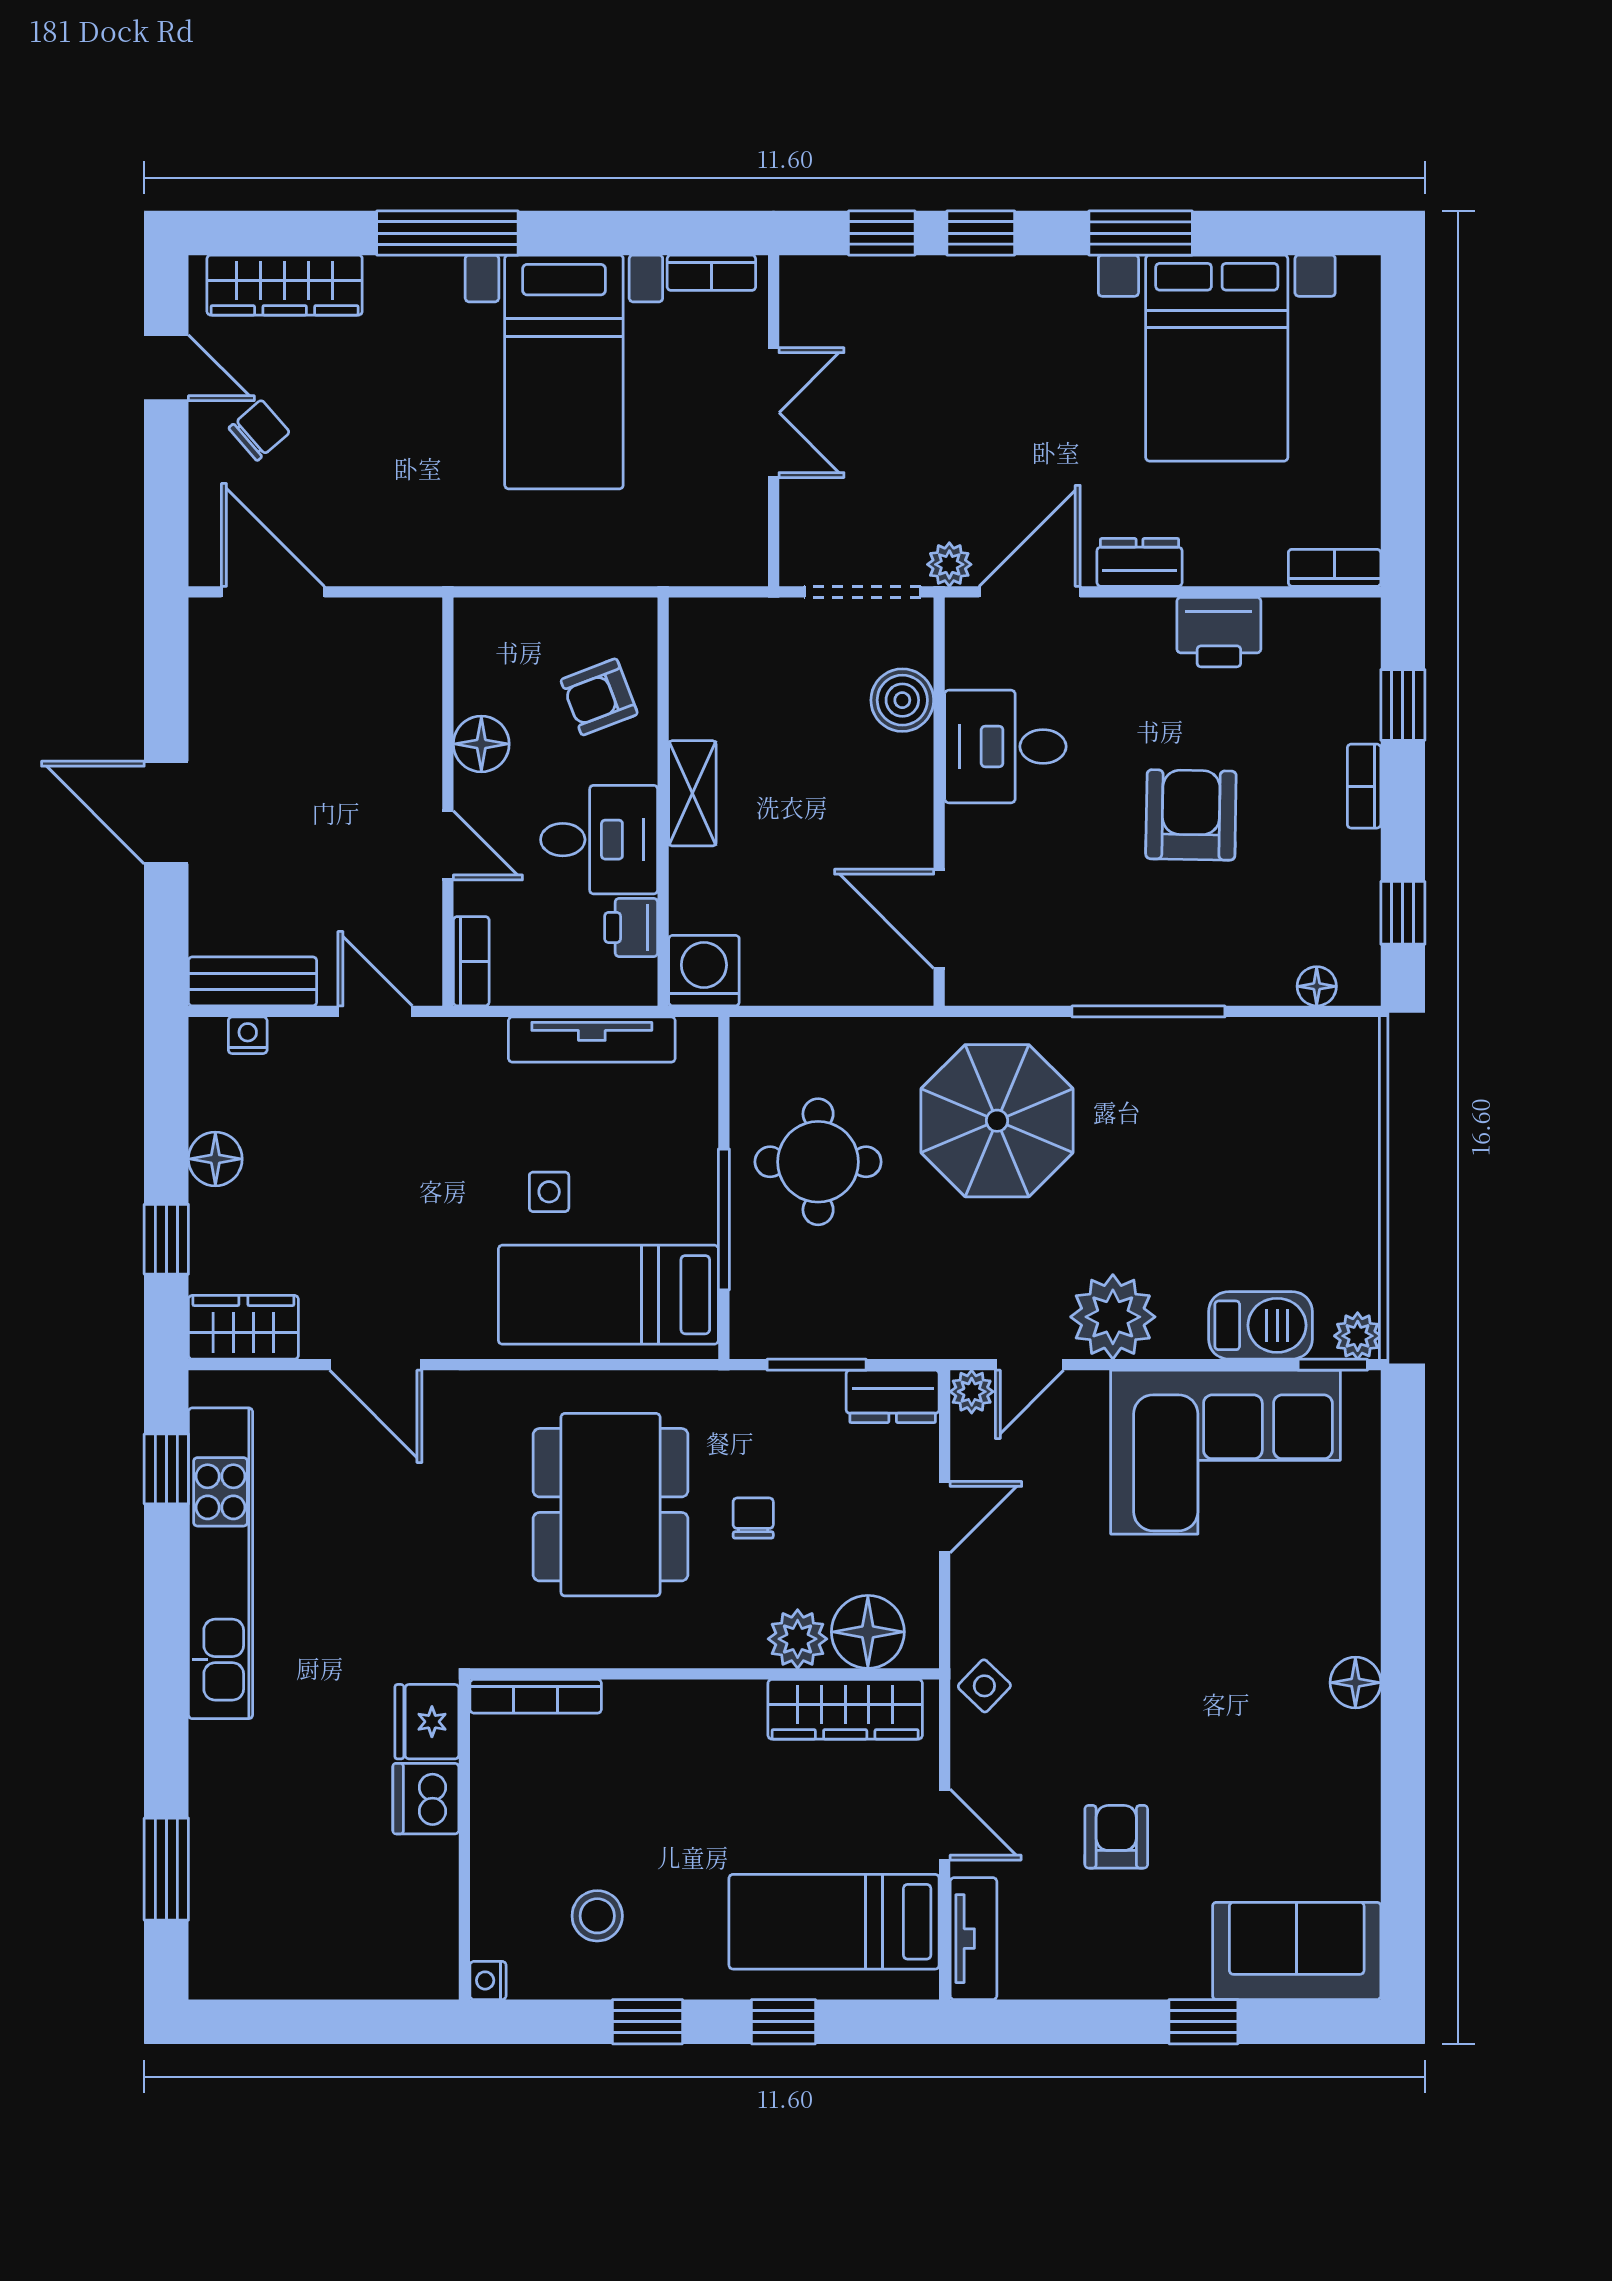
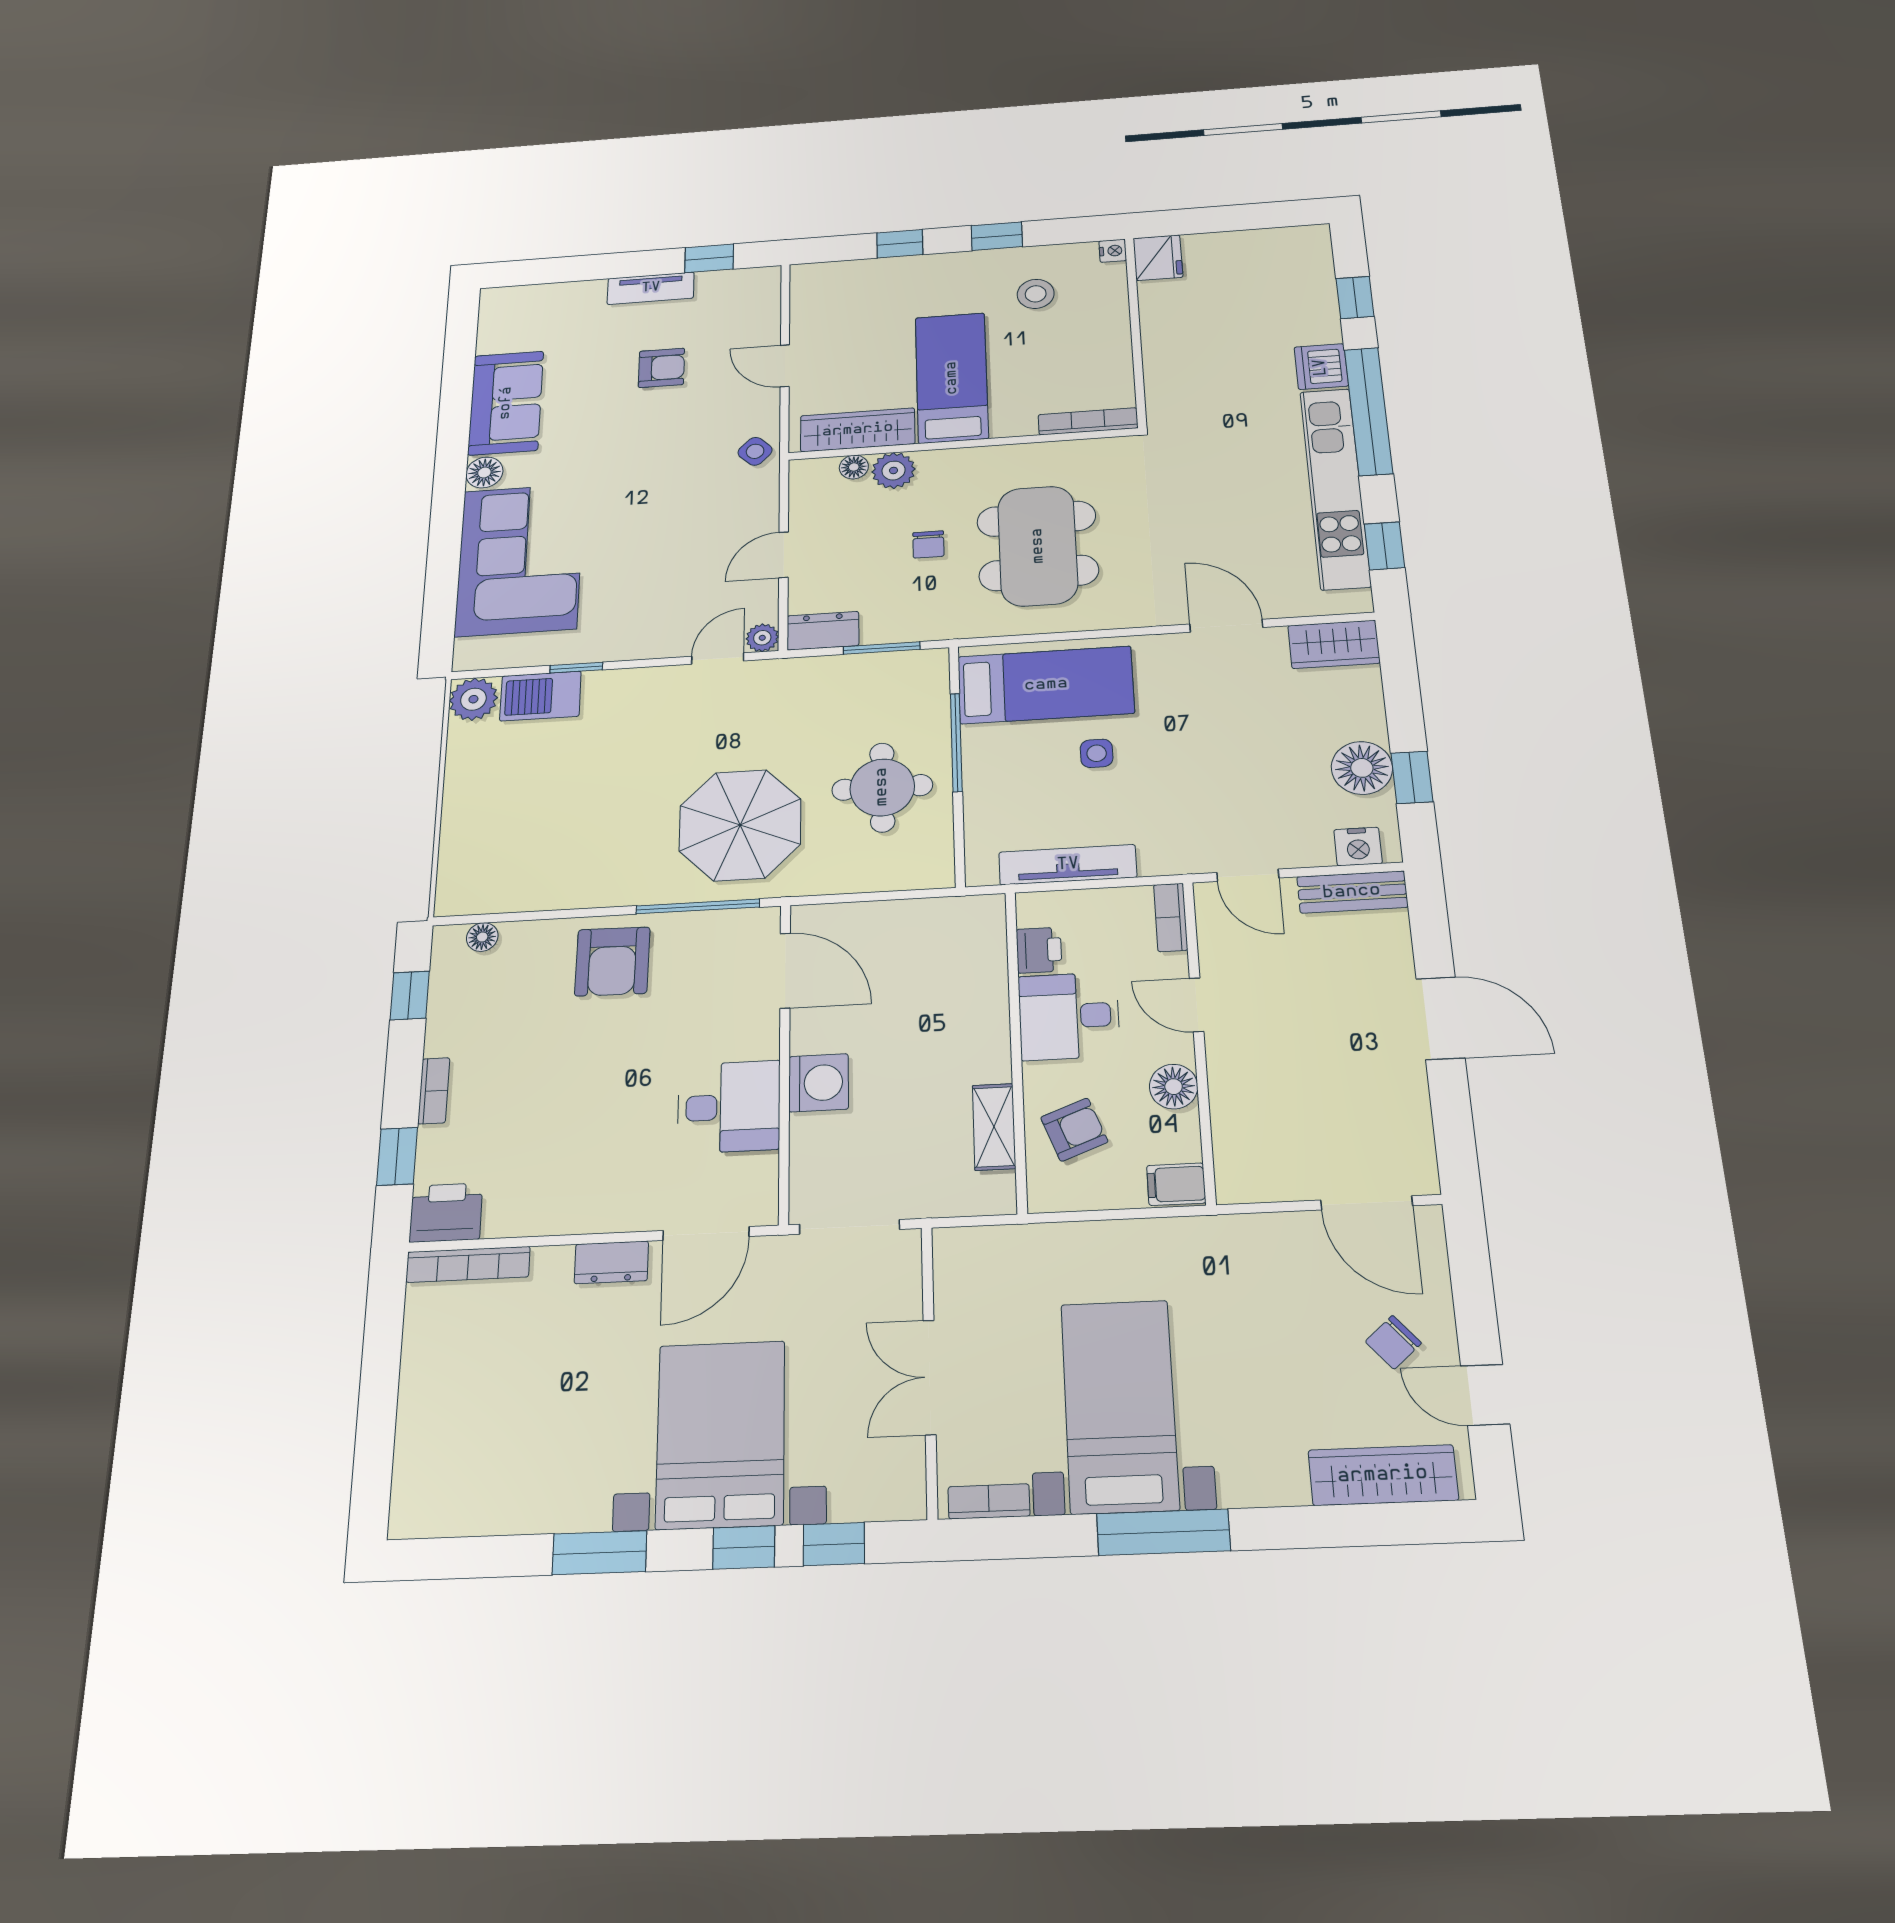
window: (447, 233) -> (1163, 1532), moved
bed with nightstands: (1217, 358) -> (721, 1434), moved
plant: (949, 564) -> (775, 1253), removed
bookcase: (1335, 568) -> (468, 1264), width x1.56
filing cabinet: (486, 625) -> (1176, 1184), added
printer: (1219, 632) -> (446, 1213), moved
boiler: (902, 700) -> (815, 1140), removed
shelving: (692, 793) -> (994, 1127), moved
armchair: (1191, 815) -> (612, 961), moved
washing machine: (704, 971) -> (819, 1083), moved, turned -90
window: (1148, 1011) -> (698, 906), moved
nightstand: (248, 1035) -> (1358, 847), width x1.39, depth x1.35
floor lamp: (215, 1159) -> (1362, 768), width x1.38, depth x1.38
window: (166, 1239) -> (1412, 777), moved
plant: (1113, 1317) -> (653, 695), removed
plant: (1358, 1336) -> (473, 699), width x1.38, depth x1.38
window: (1333, 1365) -> (576, 668), moved
corner sofa: (1225, 1452) -> (520, 559), moved, turned 90
floor lamp: (868, 1632) -> (854, 467), width x0.53, depth x0.53
window: (166, 1681) -> (1368, 411), added
fridge: (427, 1722) -> (1158, 258), moved
dishwasher: (426, 1799) -> (1321, 367), moved, turned 180
armchair: (1116, 1837) -> (661, 368), turned -90
window: (166, 1869) -> (1355, 297), width x0.67
bed: (834, 1922) -> (952, 378), moved, turned -90
tv unit: (974, 1939) -> (651, 288), moved, turned -90
sofa: (1297, 1951) -> (506, 403), moved, turned -90
window: (1203, 2022) -> (709, 258), moved

